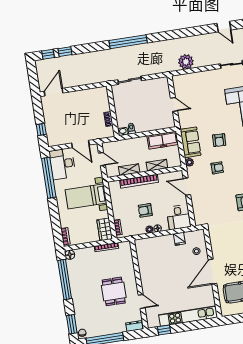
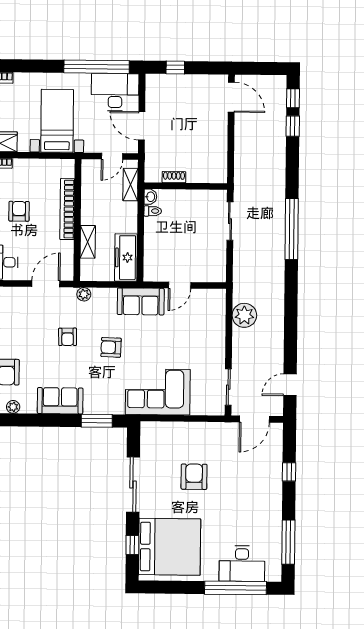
sofa: (190, 142) -> (141, 301), moved
door: (80, 144) -> (142, 126), hinge flipped
shelving: (129, 170) -> (130, 185), moved

